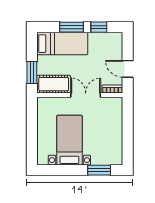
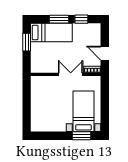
window: (32, 72) -> (27, 42), moved
cot: (54, 84) -> (44, 66), removed
bed with nightstands: (69, 140) -> (83, 111), moved

